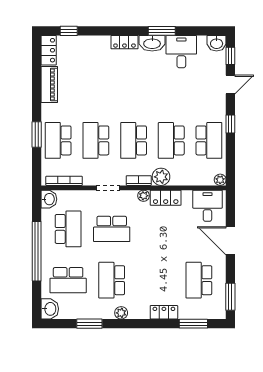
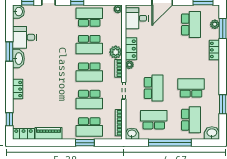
locker: (124, 42) -> (18, 89), moved
school desk: (112, 280) -> (191, 88), turned 180
school desk: (199, 280) -> (191, 24), turned -90
plant: (121, 313) -> (215, 24), moved

